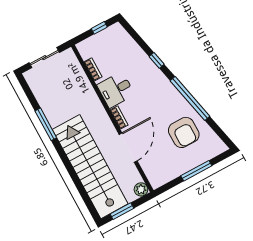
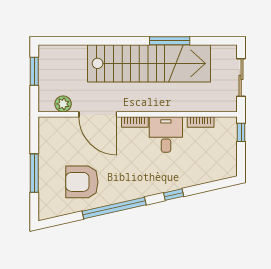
window: (99, 28) -> (241, 132), moved
stairs: (90, 167) -> (149, 63), moved
plant: (141, 189) -> (63, 104), moved

